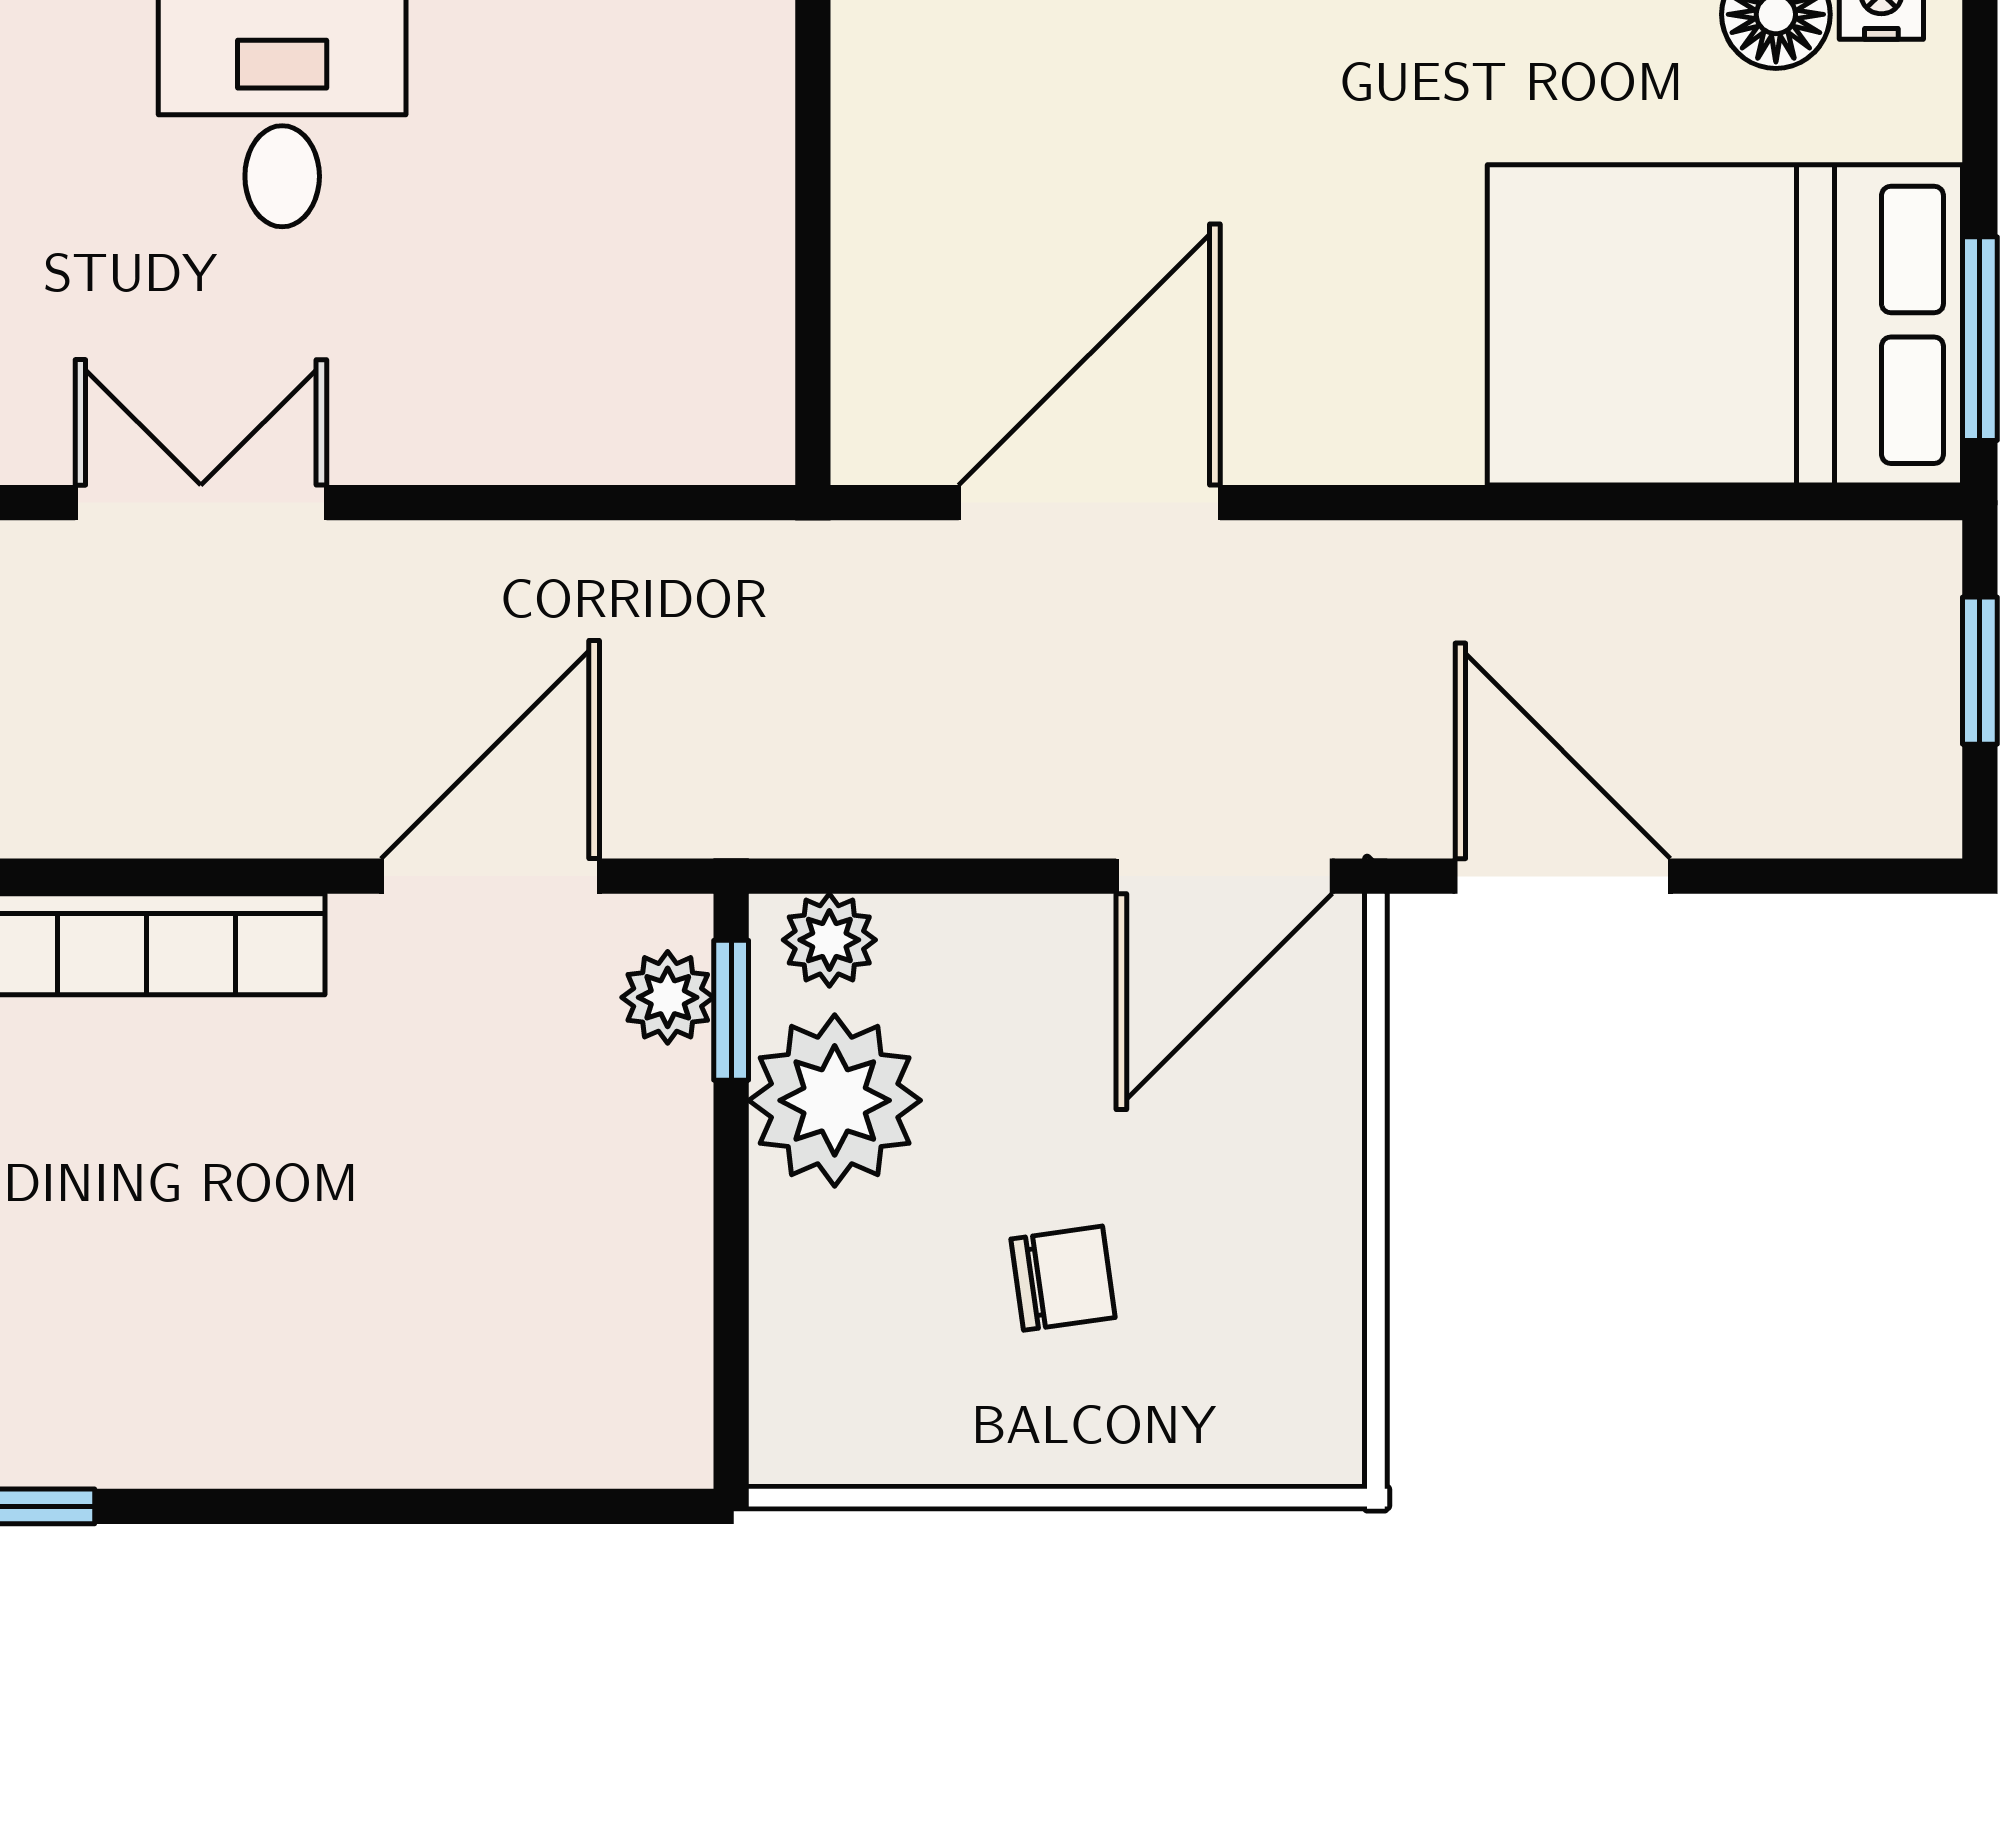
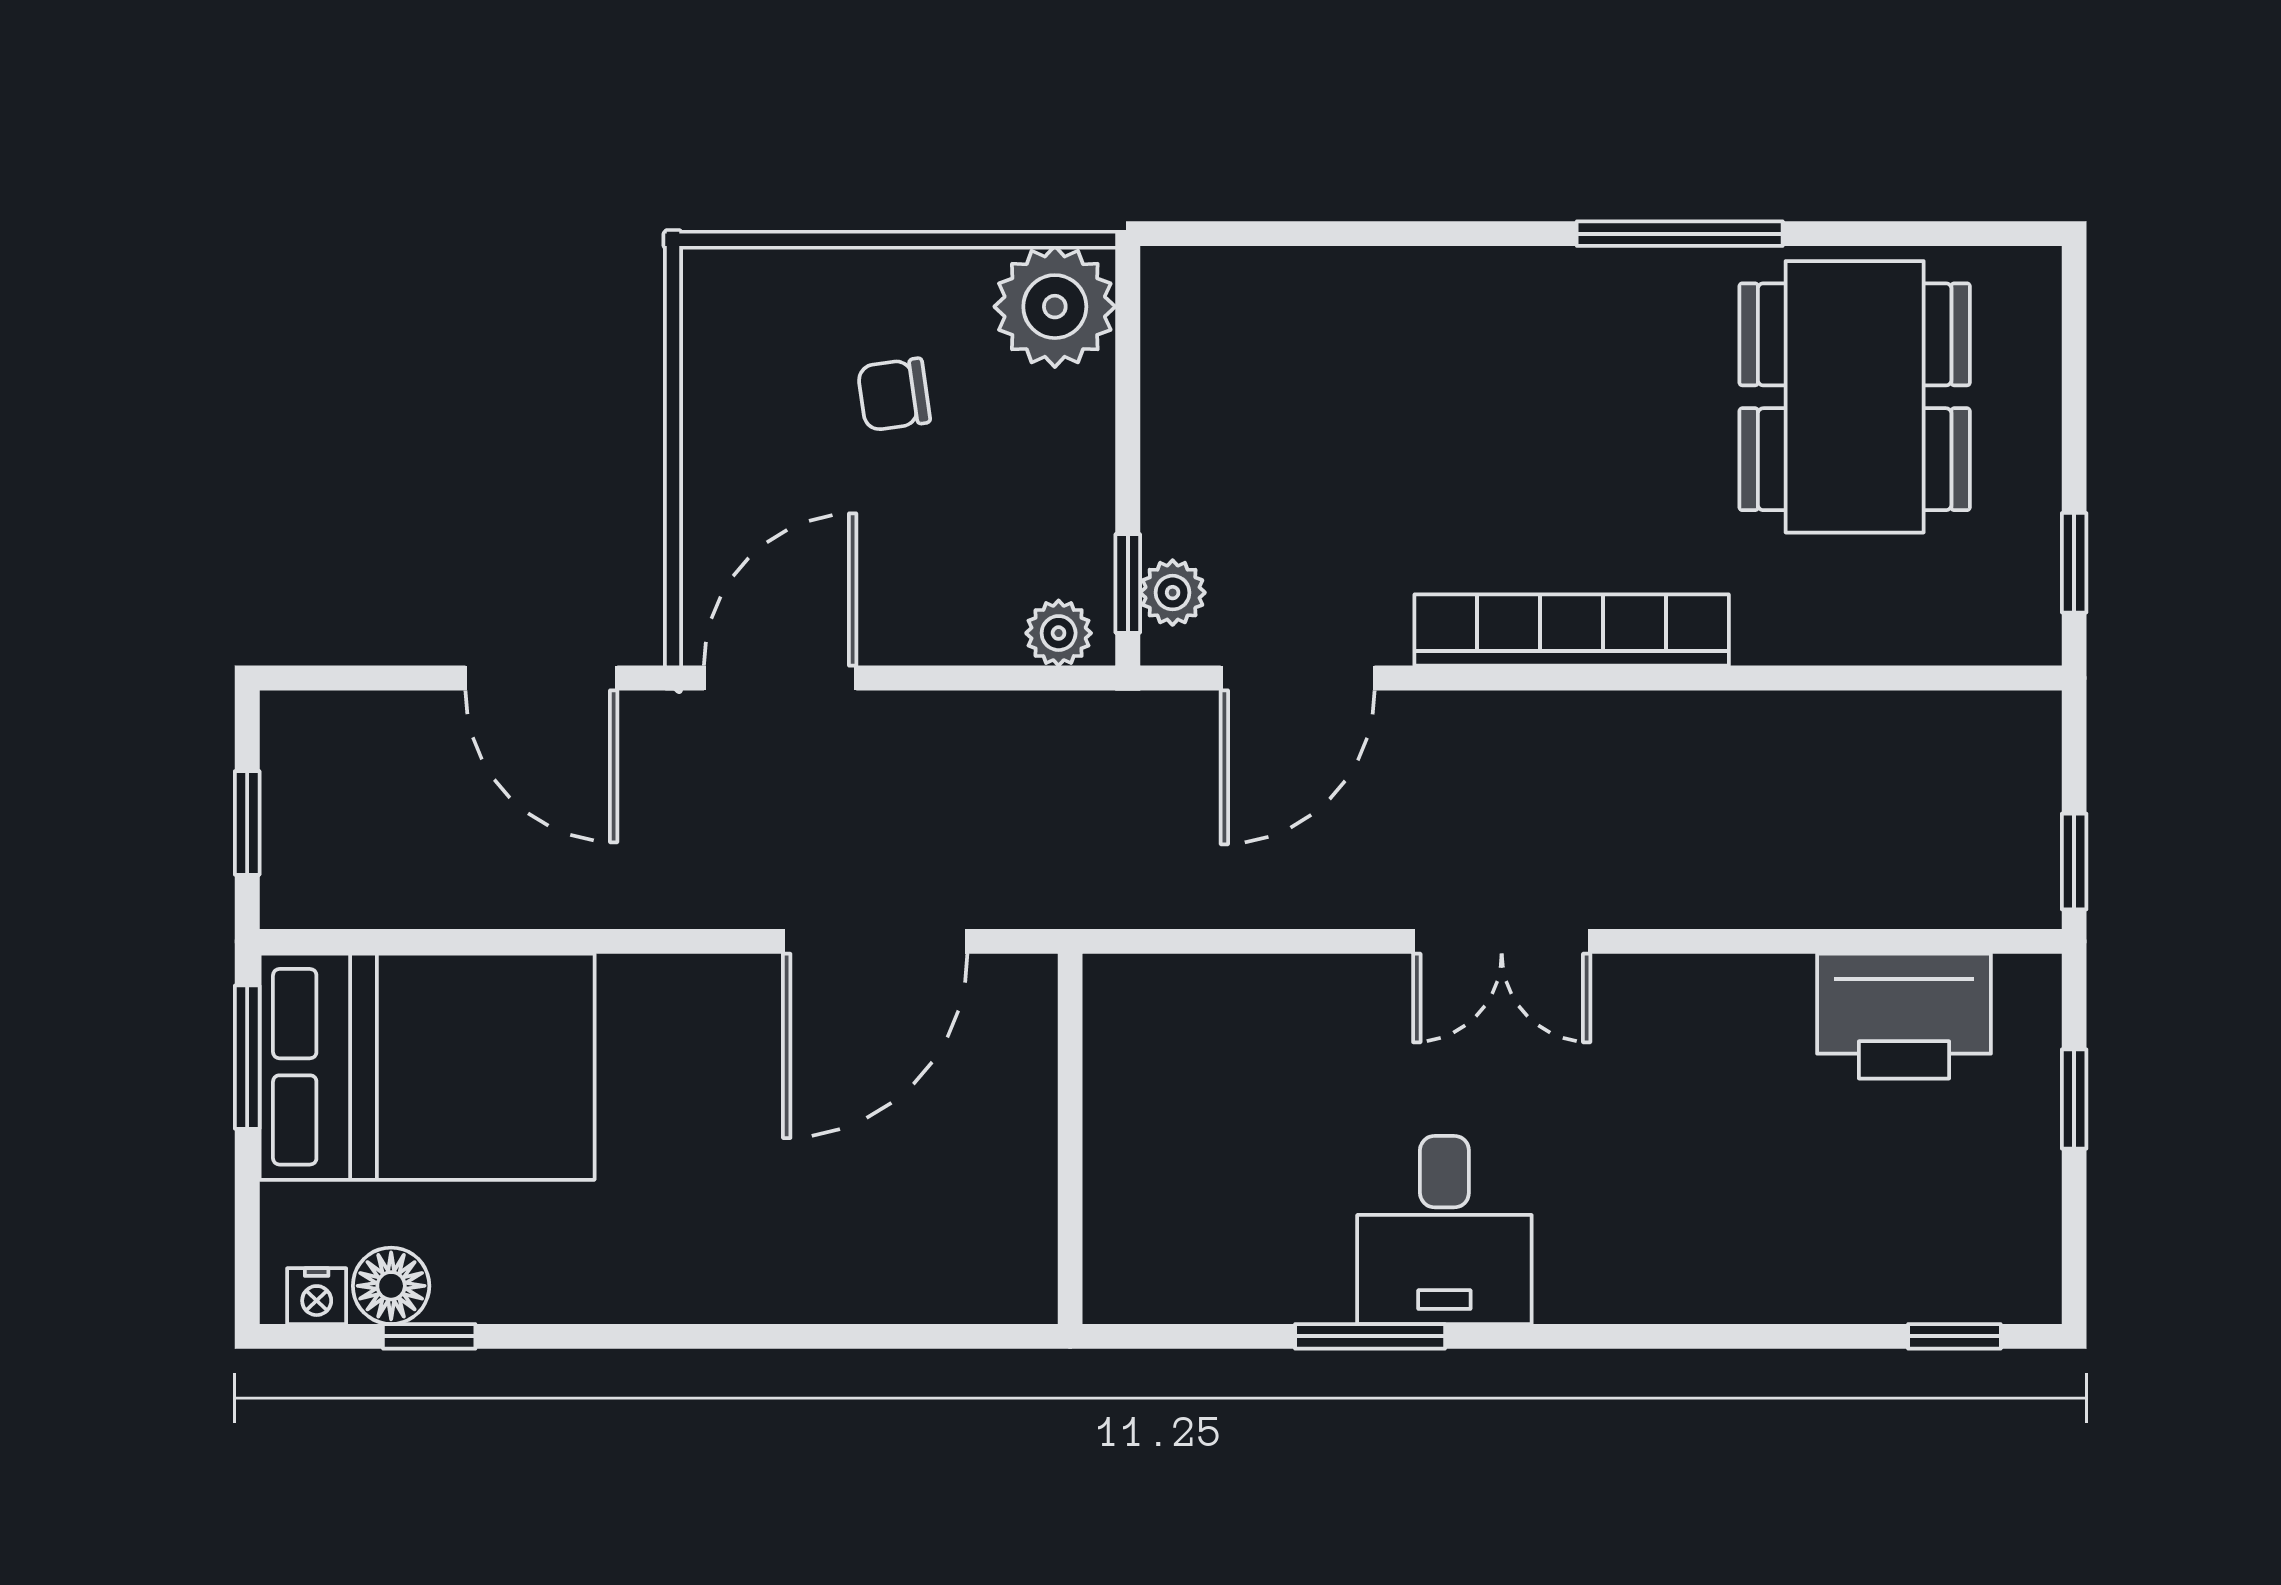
plant: (835, 1100) -> (1055, 307), moved

